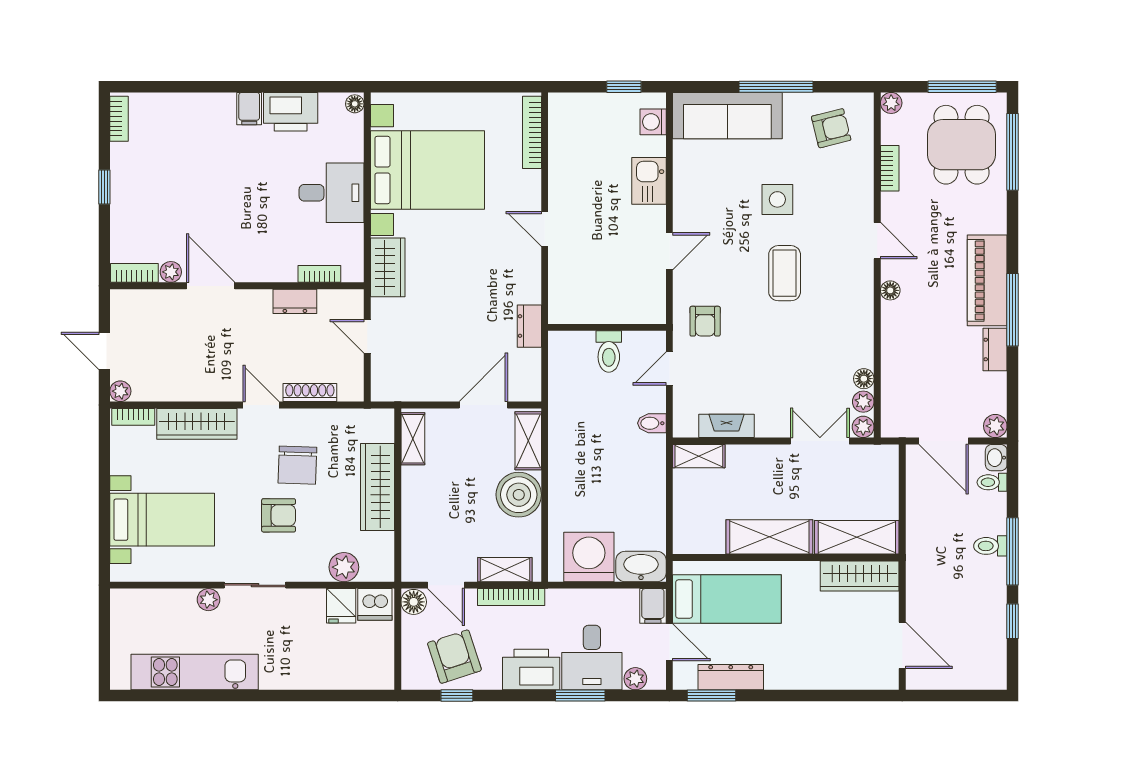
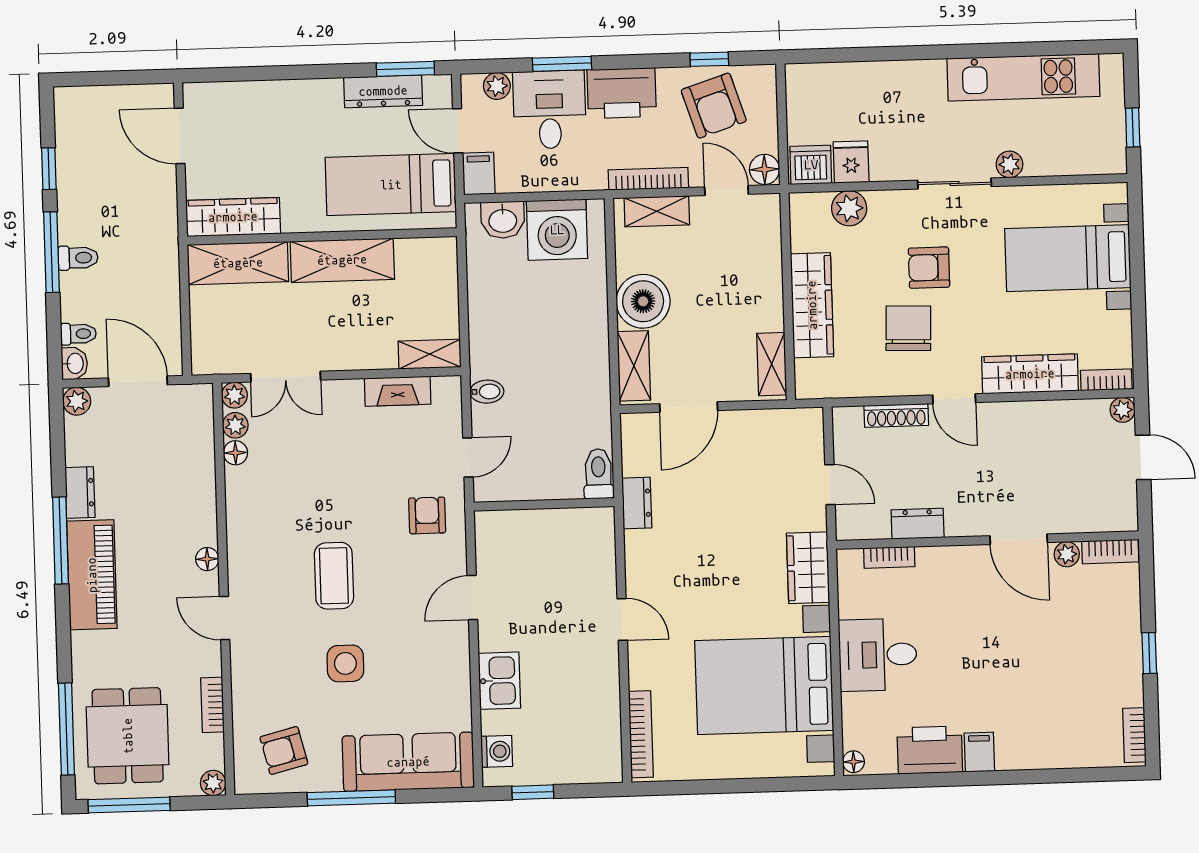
toilet: (609, 351) -> (598, 474), moved
washbasin: (641, 567) -> (503, 220), width x0.72
window: (104, 627) -> (1133, 127), added

